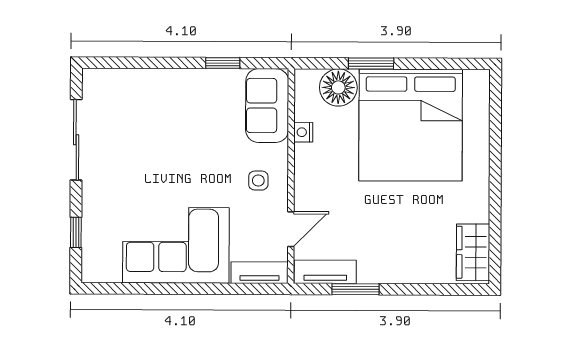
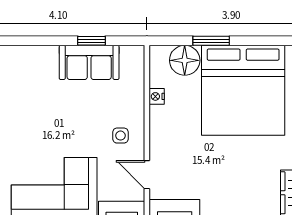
sofa: (267, 106) -> (89, 62), moved, turned -90
door: (291, 229) -> (147, 175), swing flipped

